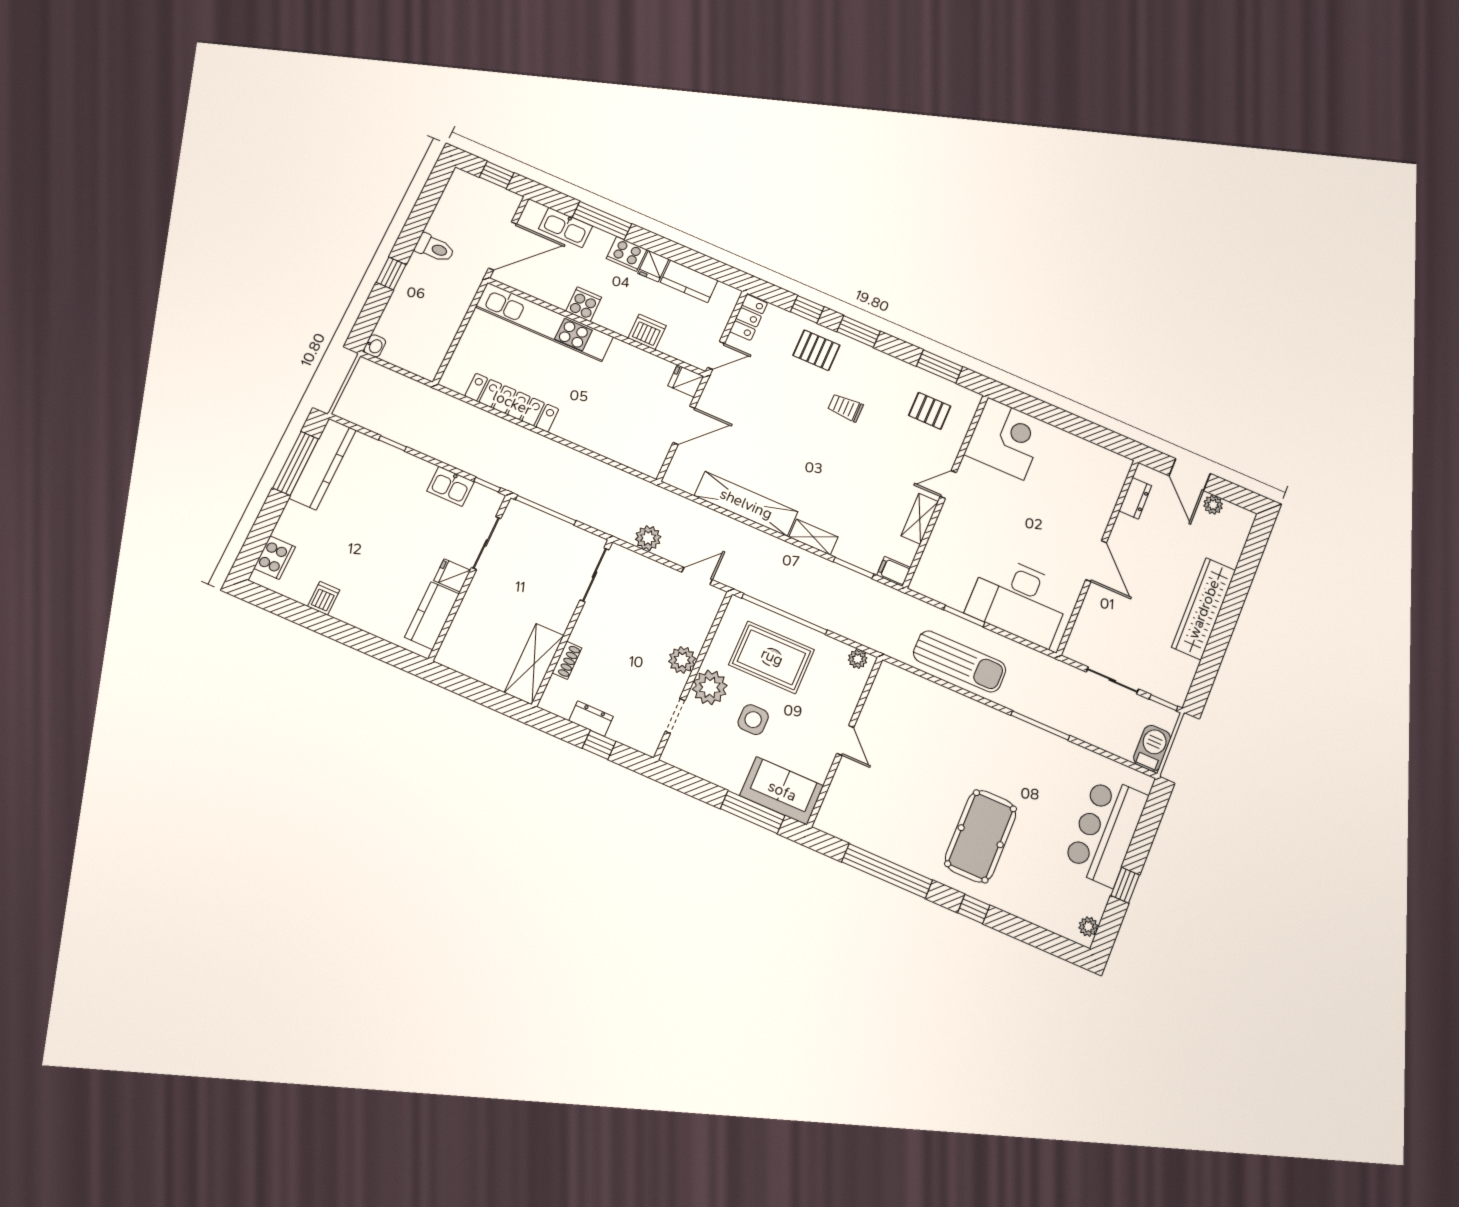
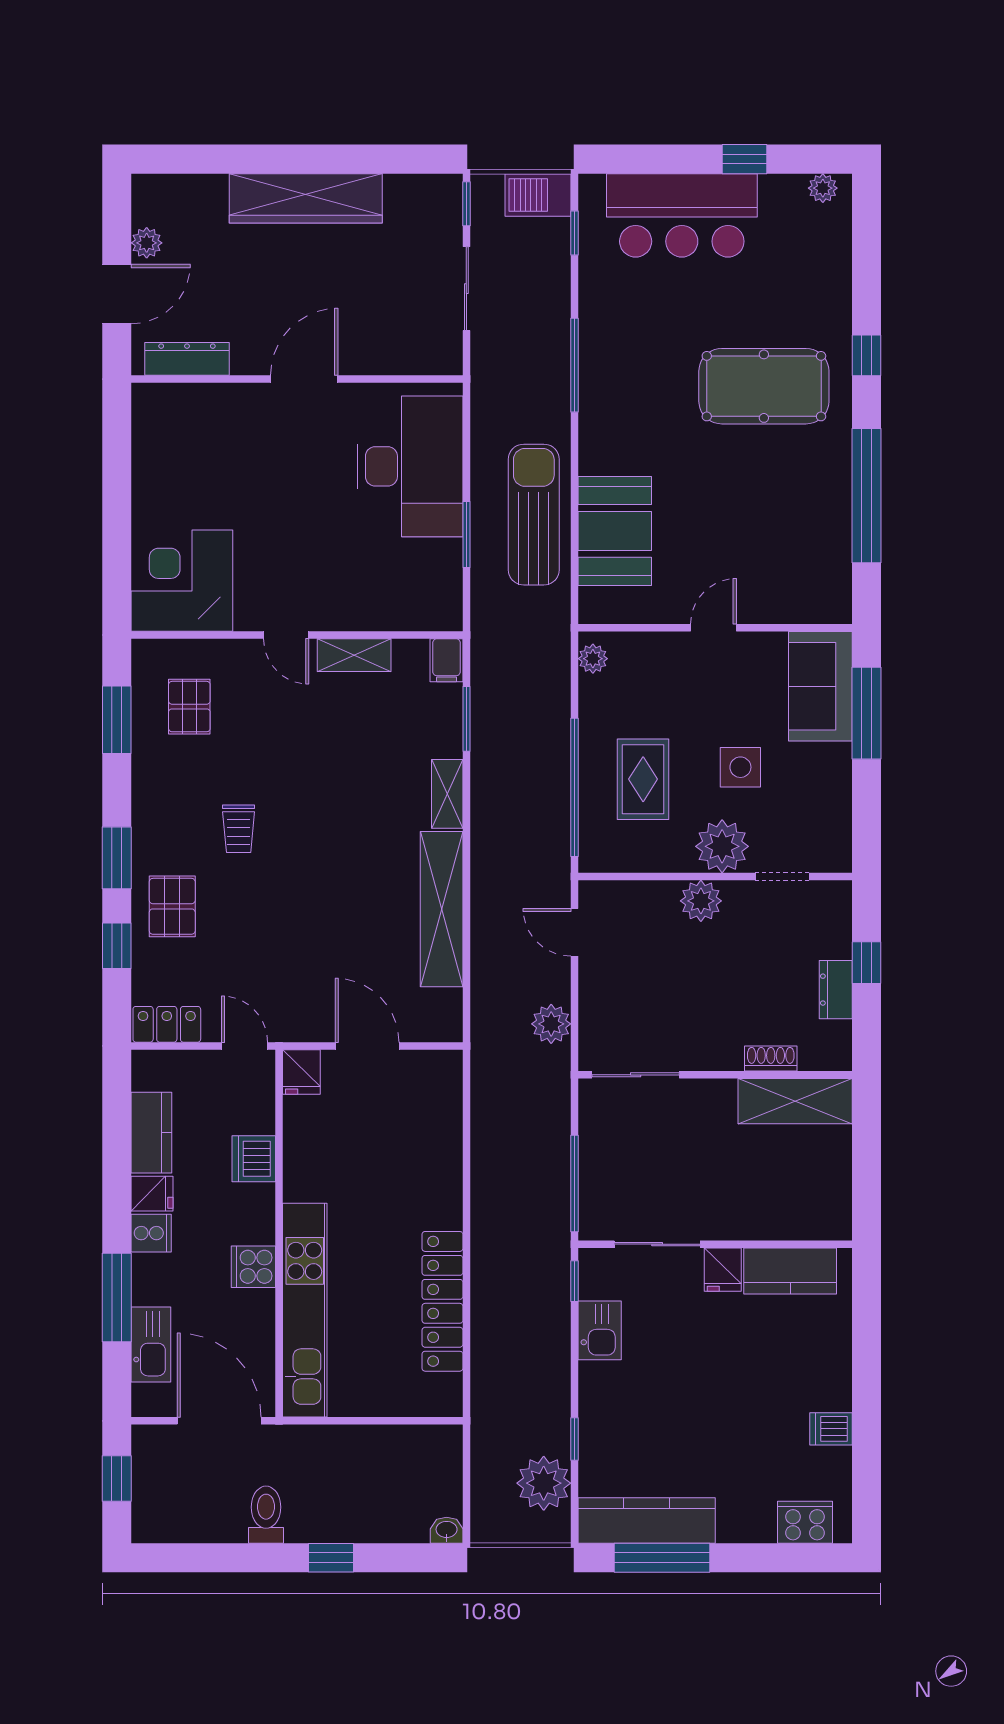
cooker: (626, 254) -> (151, 1233), width x0.73
plant: (375, 414) -> (544, 1483), added
dresser: (1135, 498) -> (187, 359), width x1.44
rug: (772, 657) -> (643, 779), width x0.73, depth x0.70
booth: (930, 706) -> (615, 531), added
window: (1121, 760) -> (575, 233), added

